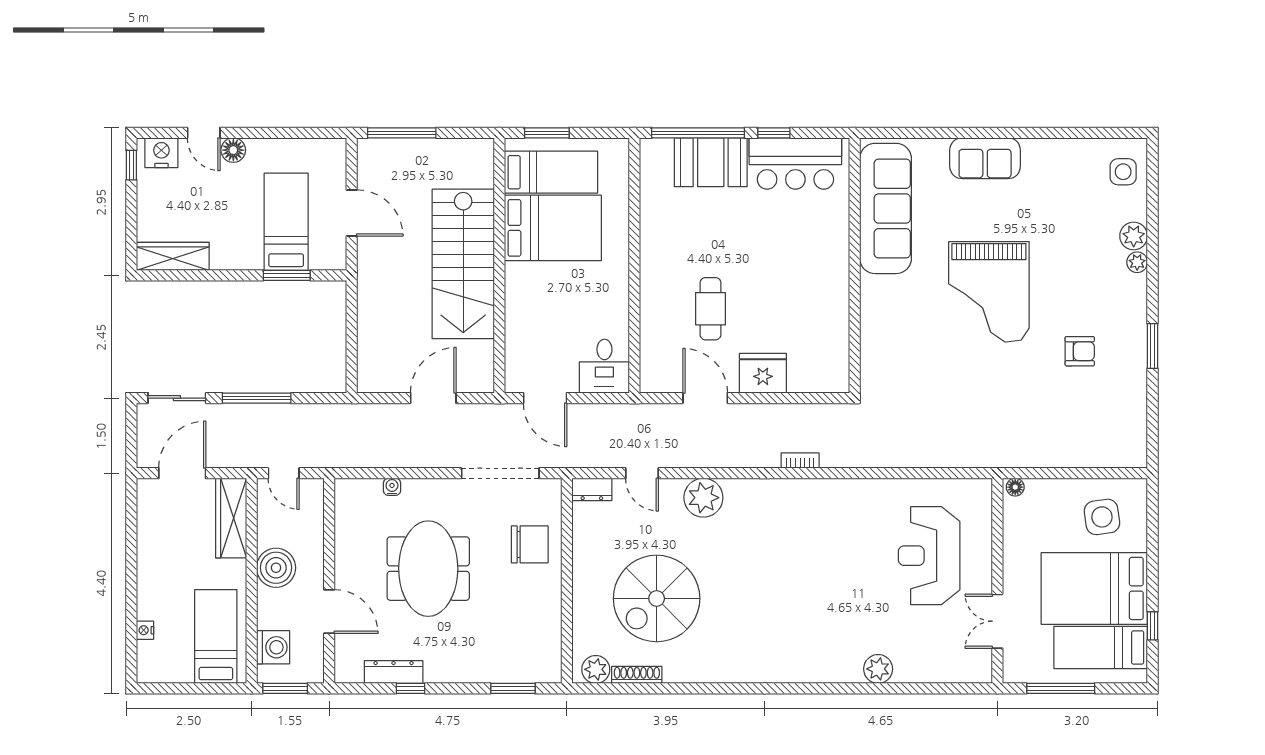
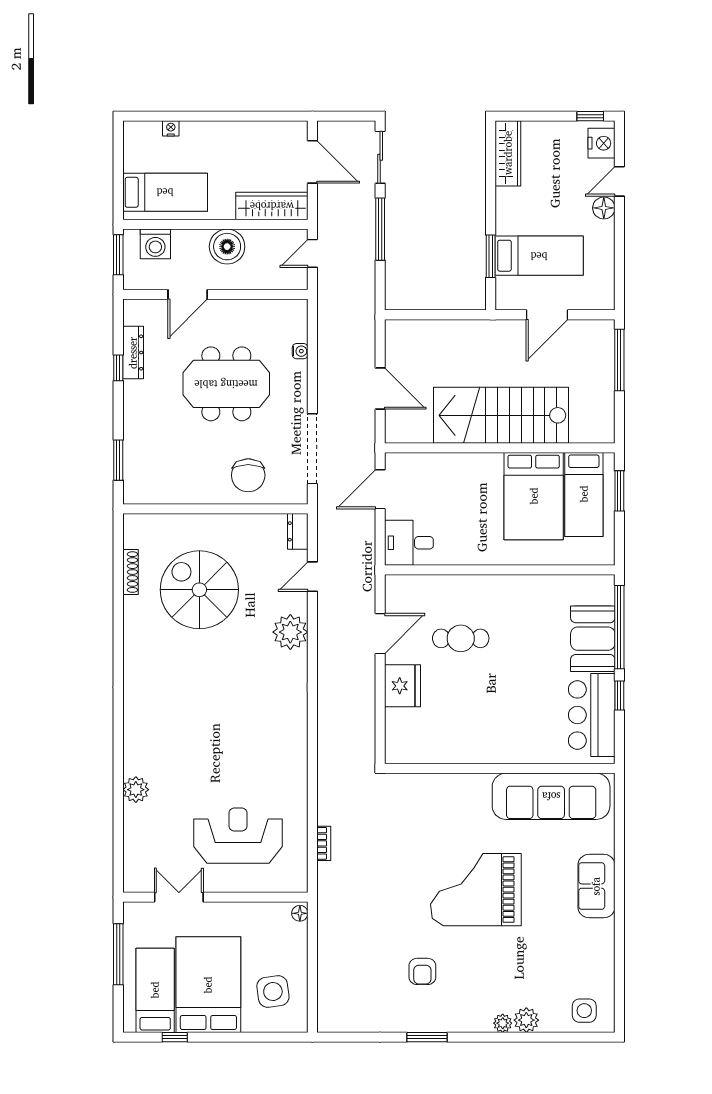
bookcase: (800, 461) -> (324, 843), moved
plant: (596, 669) -> (135, 535), removed

